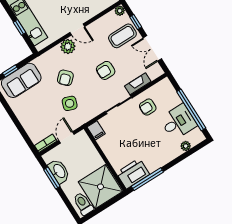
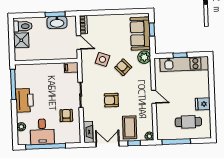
door: (77, 29) -> (154, 97), swing flipped
plant: (68, 46) -> (144, 57), moved
armchair: (106, 70) -> (111, 100), turned -90
fireplace: (138, 84) -> (88, 132), moved
printer: (133, 174) -> (25, 100), moved
shower: (100, 187) -> (21, 40), width x0.54, depth x0.54

